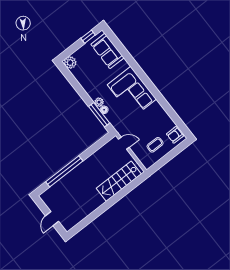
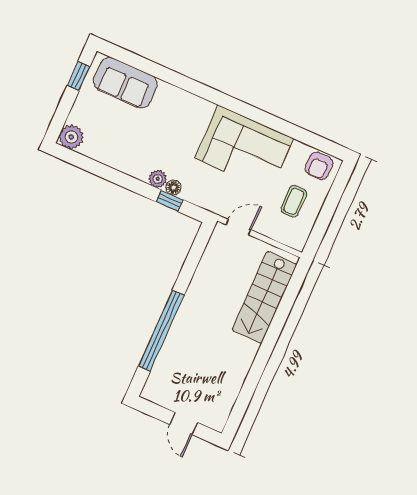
corner sofa: (132, 92) -> (244, 148), moved
window: (99, 115) -> (169, 201), width x0.46

